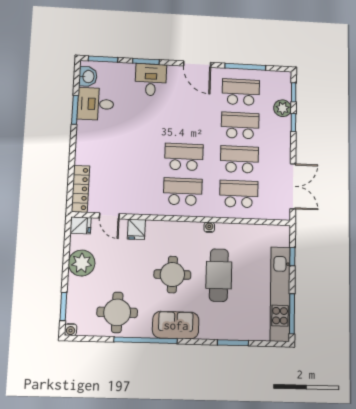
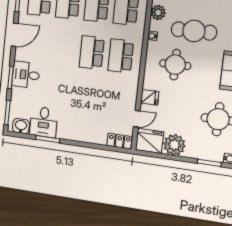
locker: (81, 189) -> (119, 141), width x0.66
fridge: (81, 225) -> (149, 141), width x1.88, depth x1.34
plant: (237, 232) -> (158, 13), added
round table: (172, 275) -> (175, 65), moved

